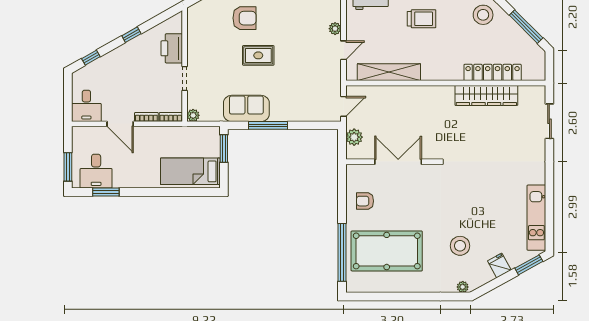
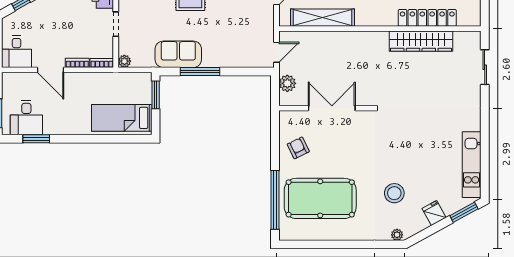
armchair: (365, 201) -> (298, 148), turned 64

